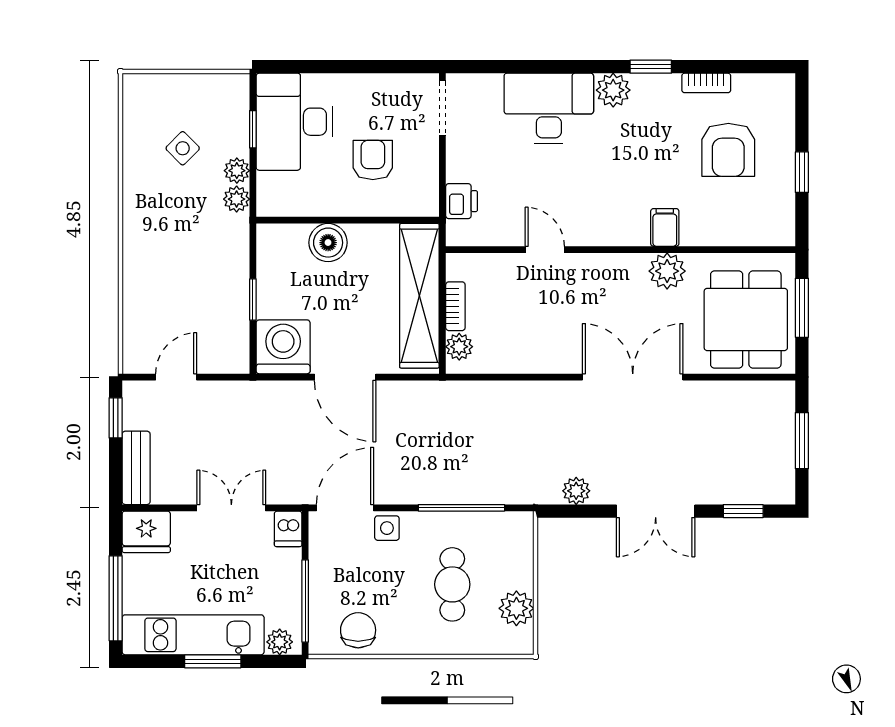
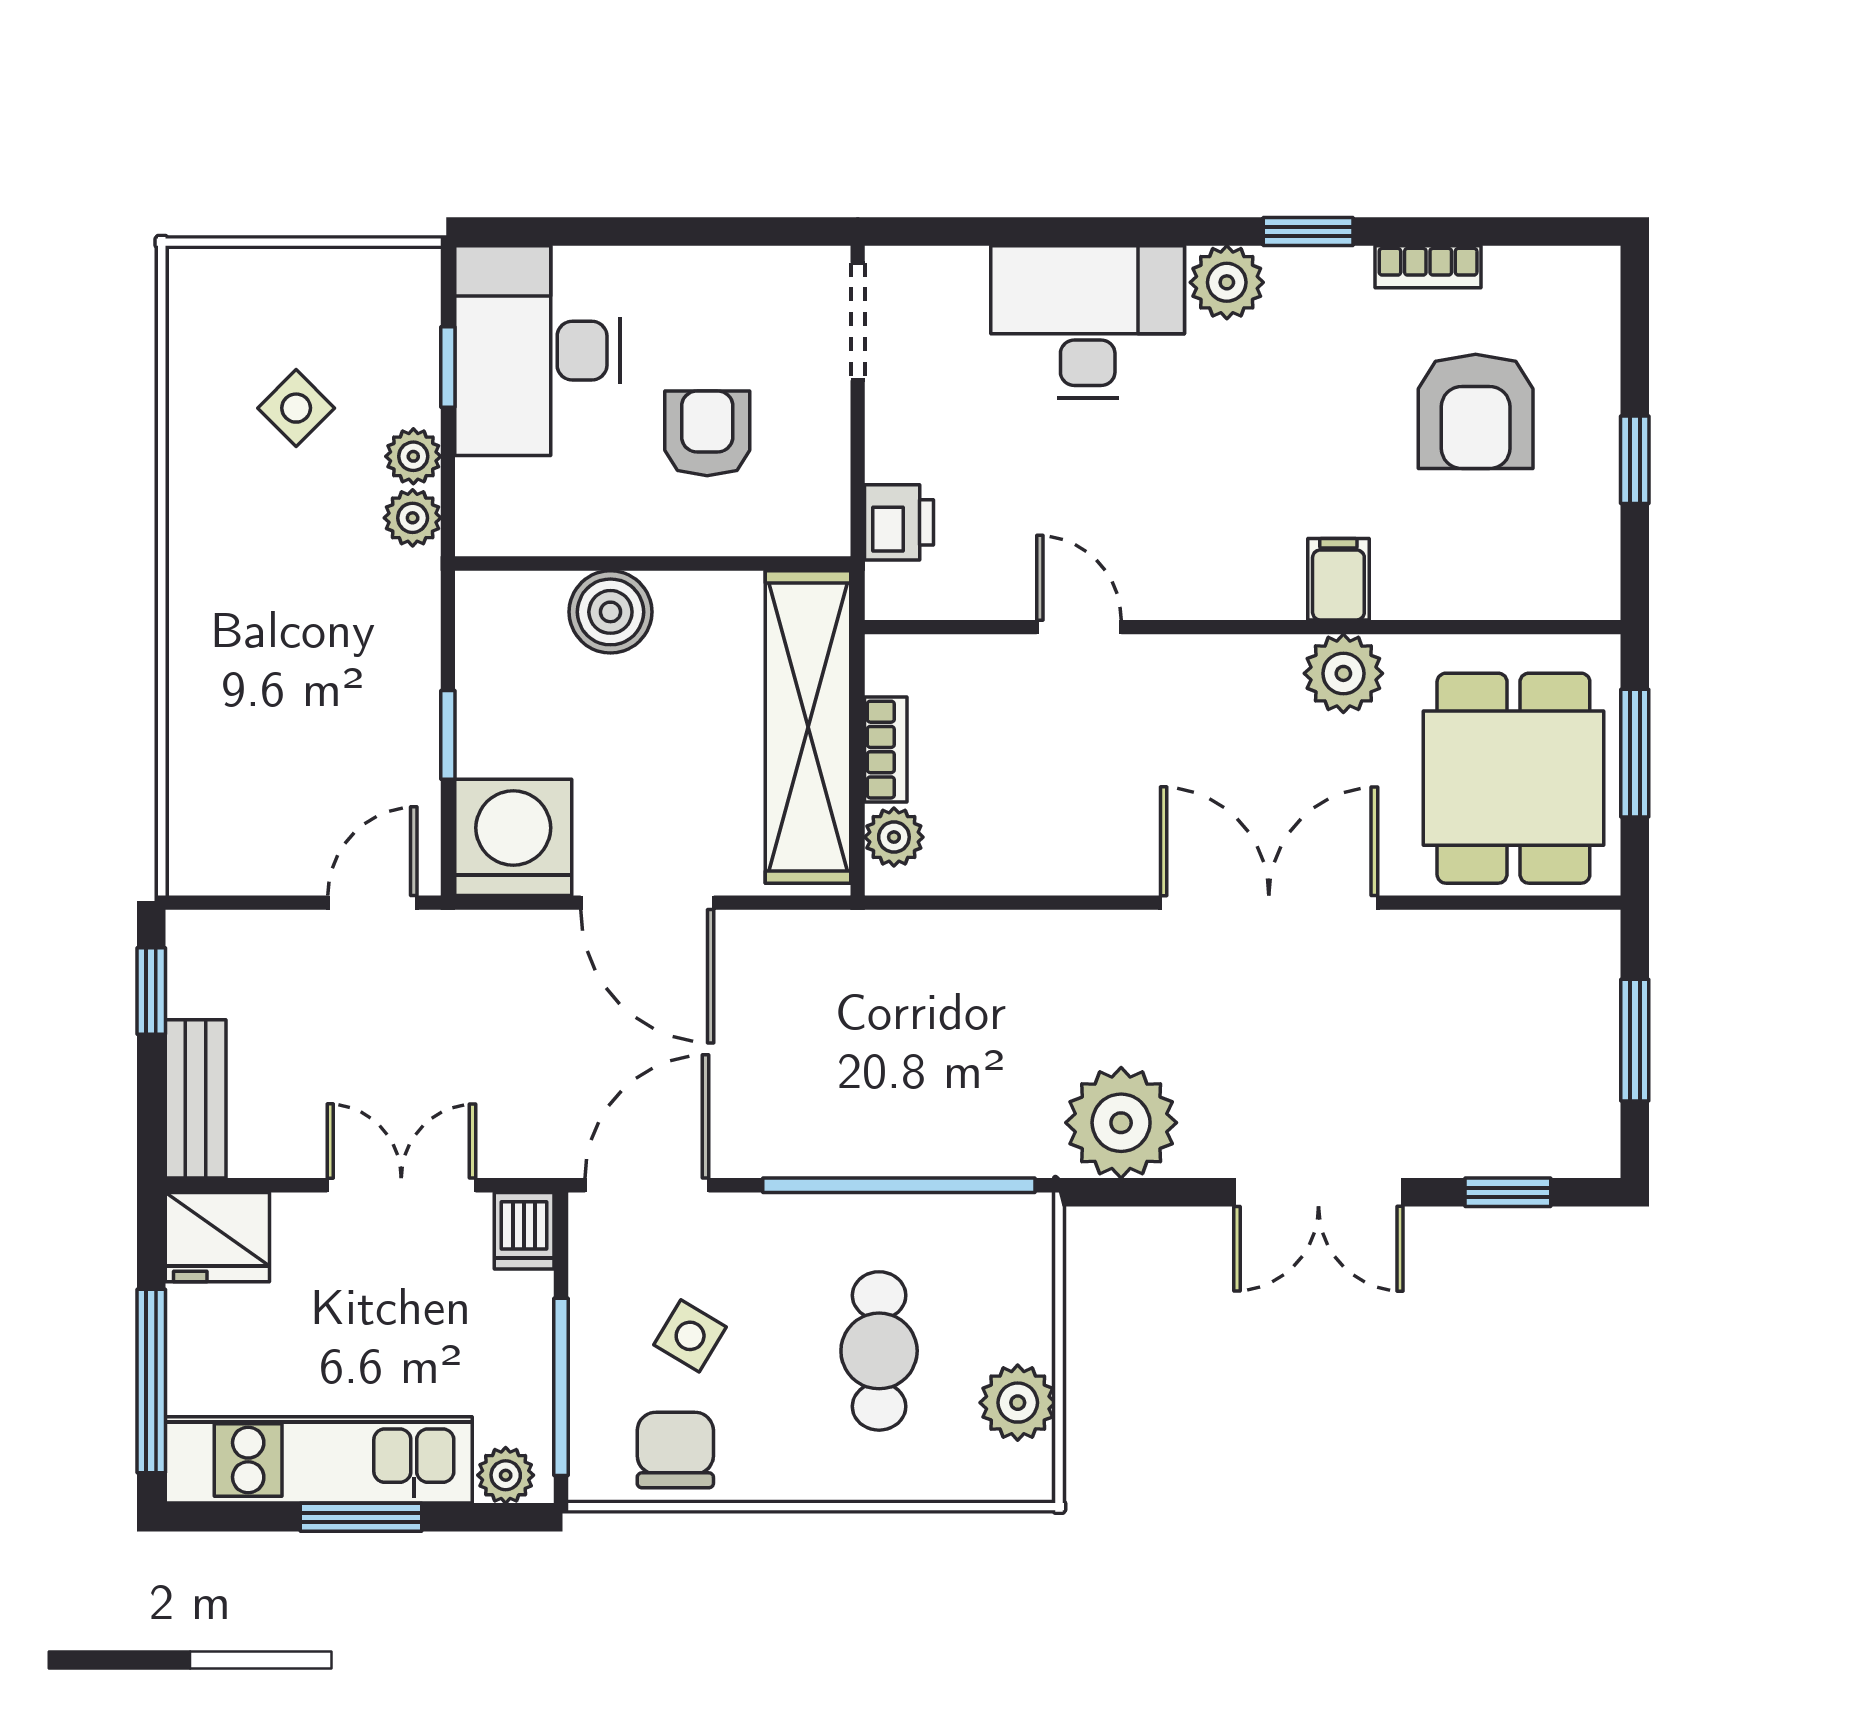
door: (176, 377) -> (372, 903), moved
plant: (576, 491) -> (1121, 1123), width x1.88, depth x1.88
window: (461, 508) -> (899, 1185), width x1.46
side table: (387, 528) -> (690, 1336), moved, turned 31

